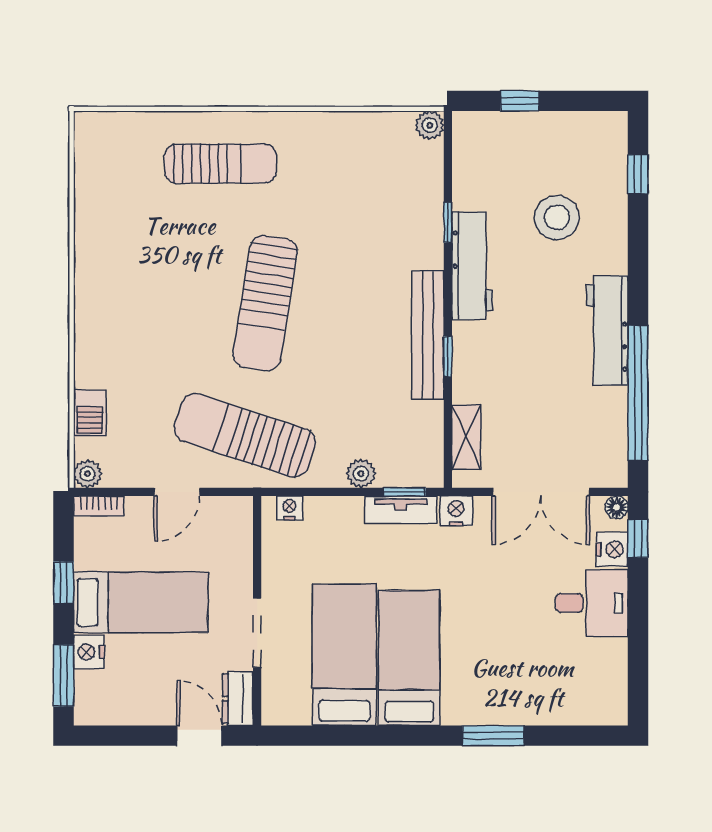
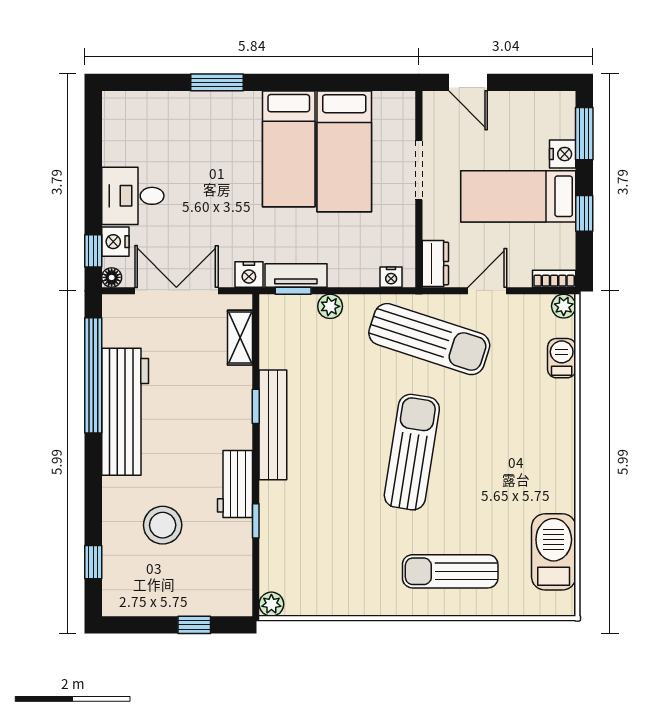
barbecue: (99, 186) -> (554, 552), added
workbench: (472, 266) -> (235, 484), width x0.73
workbench: (607, 330) -> (125, 412), width x1.36, depth x1.32
dresser: (238, 698) -> (435, 264), moved

